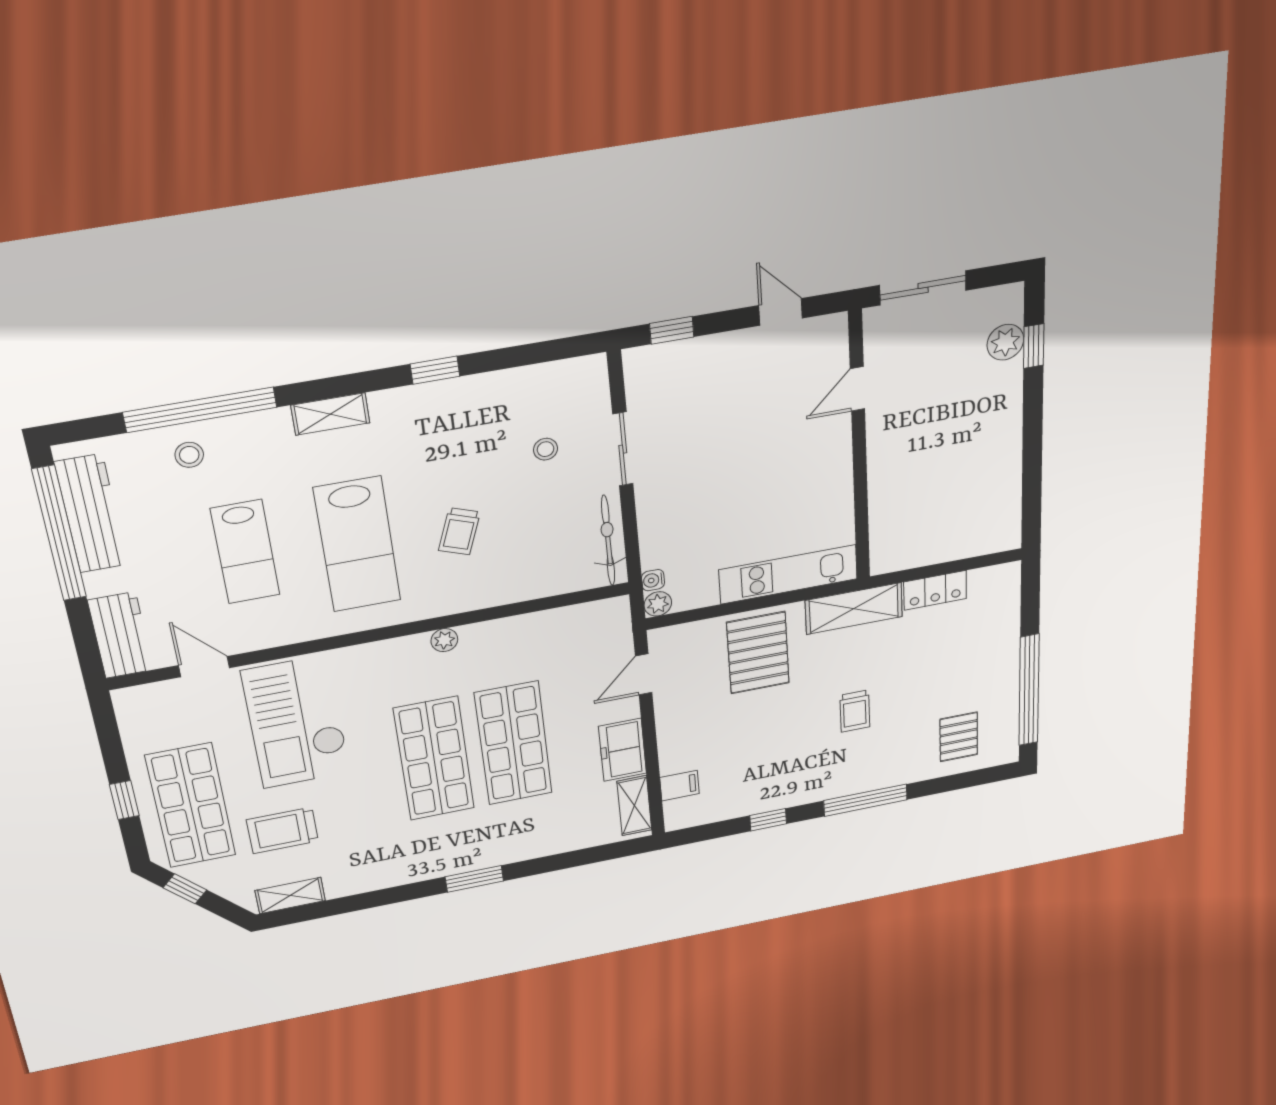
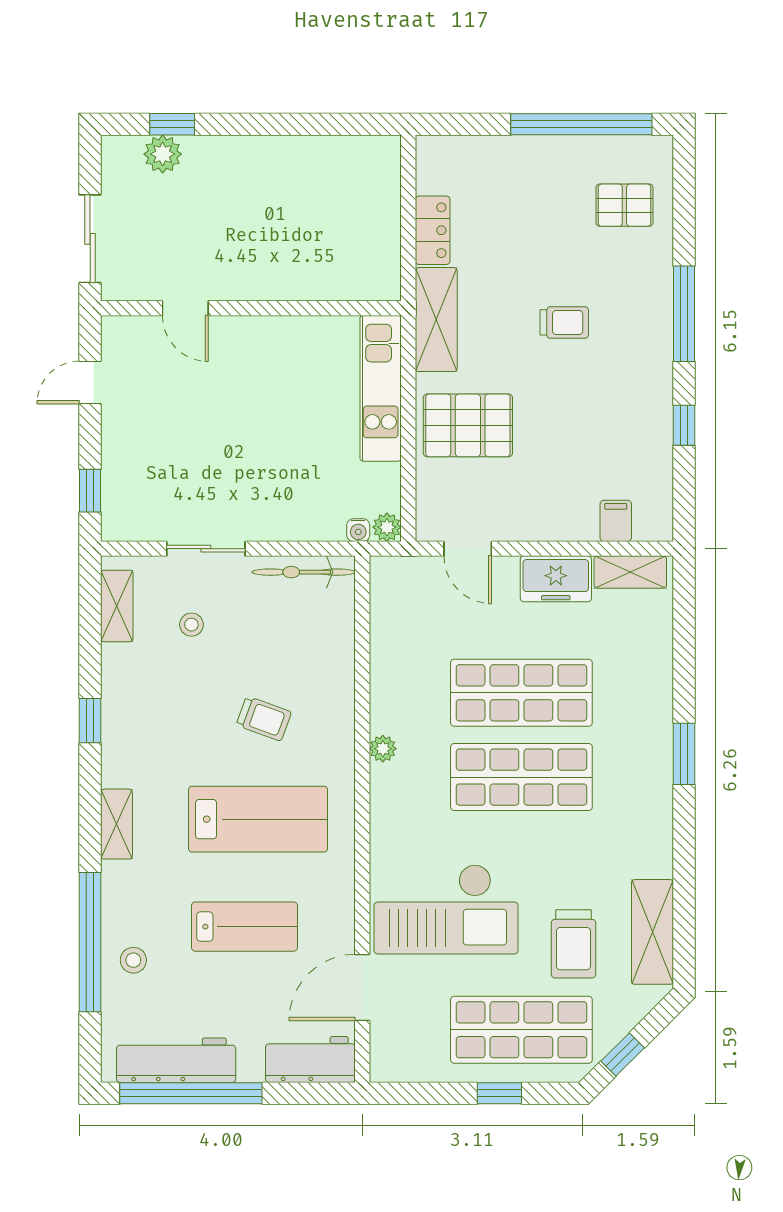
shelving: (557, 376) -> (117, 606), added
door: (204, 667) -> (362, 988), width x1.38
shelving: (290, 896) -> (652, 932), width x1.50, depth x1.33

